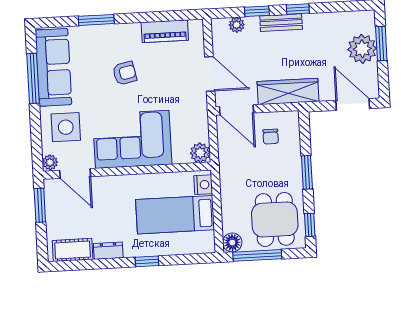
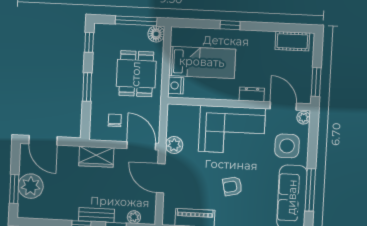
wardrobe: (288, 92) -> (96, 157), width x0.67
plant: (200, 153) -> (174, 145), moved
dining table: (275, 219) -> (136, 74), moved
dresser: (108, 251) -> (252, 94), moved, turned 180

